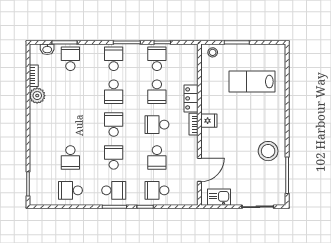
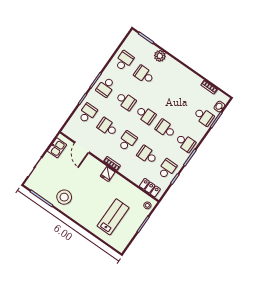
school desk: (157, 59) -> (167, 169), turned -90
plant: (37, 96) -> (160, 56), moved
locker: (191, 98) -> (150, 188), moved

